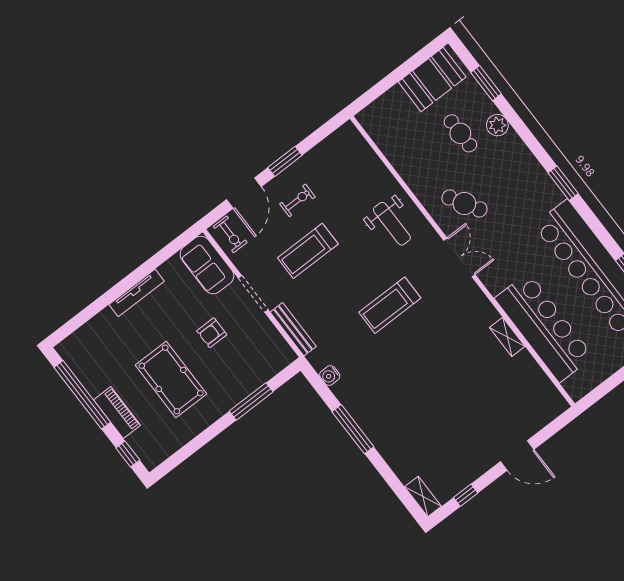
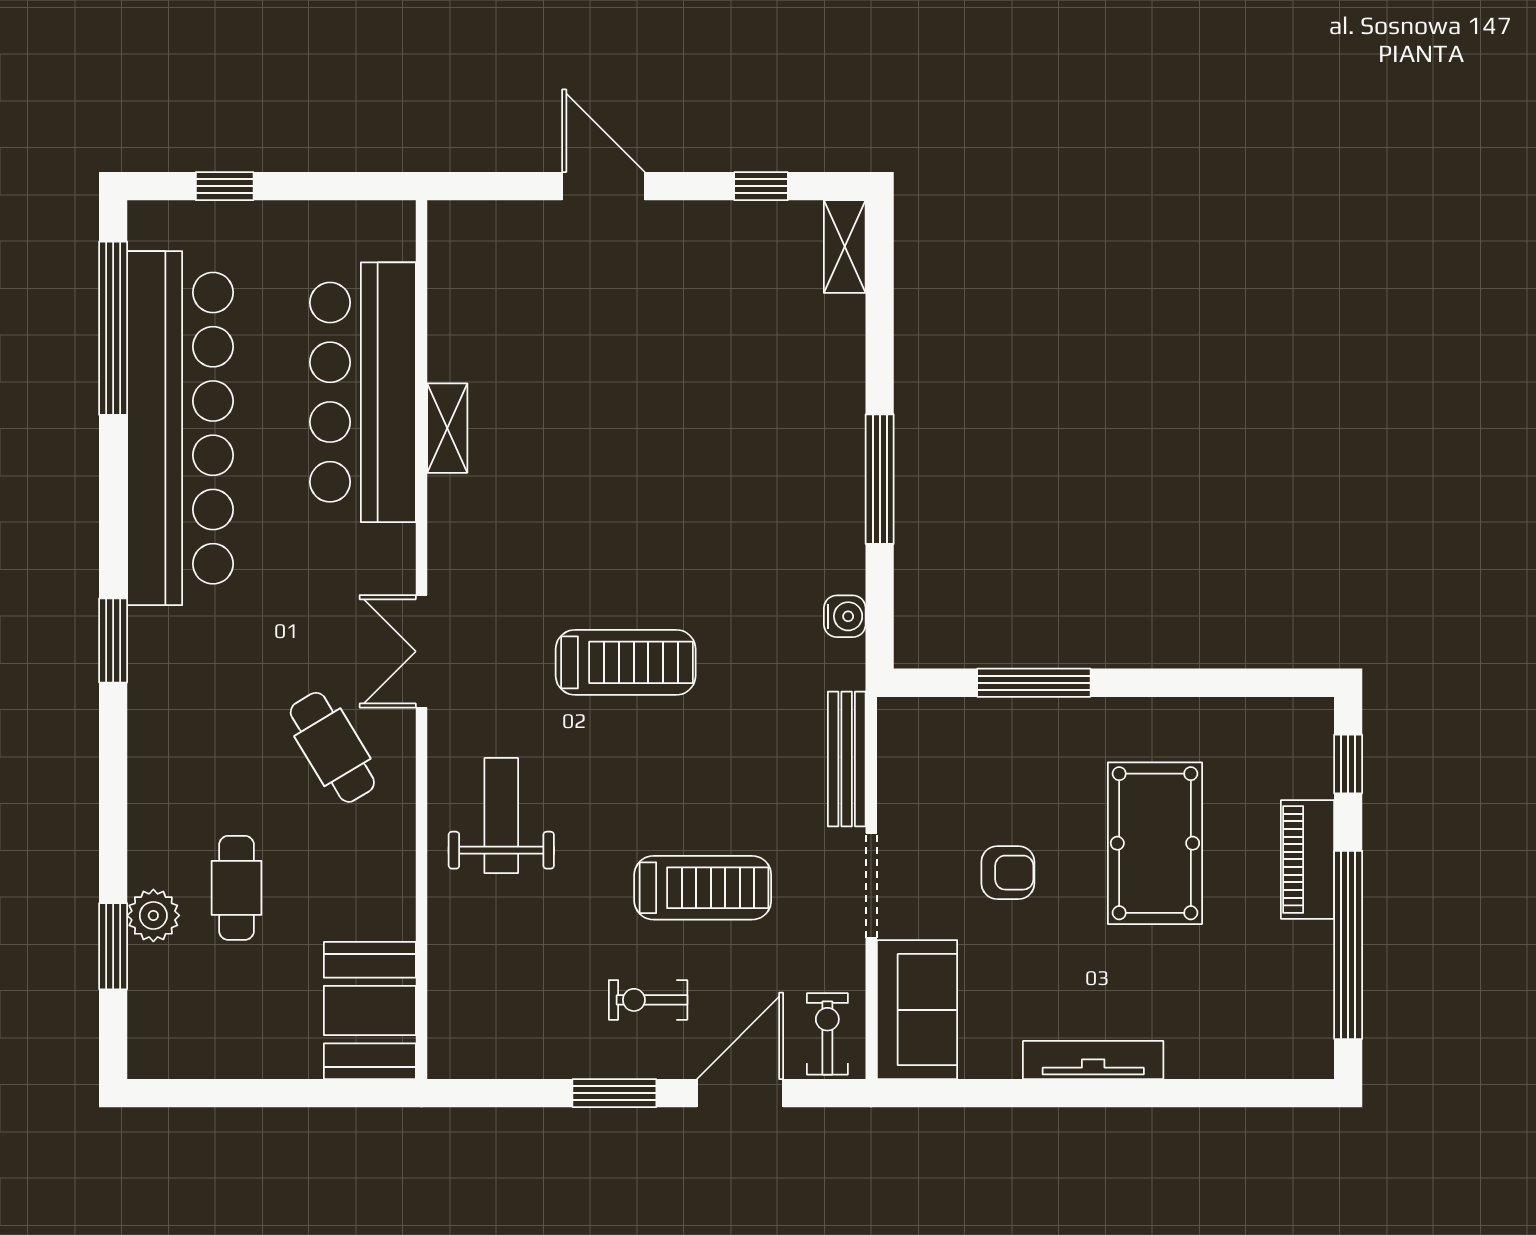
booth: (432, 79) -> (370, 1011), moved, turned 90
plant: (497, 125) -> (153, 915), moved

